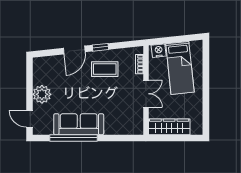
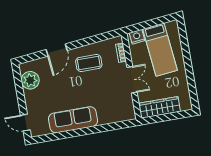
window: (100, 47) -> (81, 43), removed
plant: (42, 94) -> (30, 80), moved
window: (73, 138) -> (70, 134), removed

